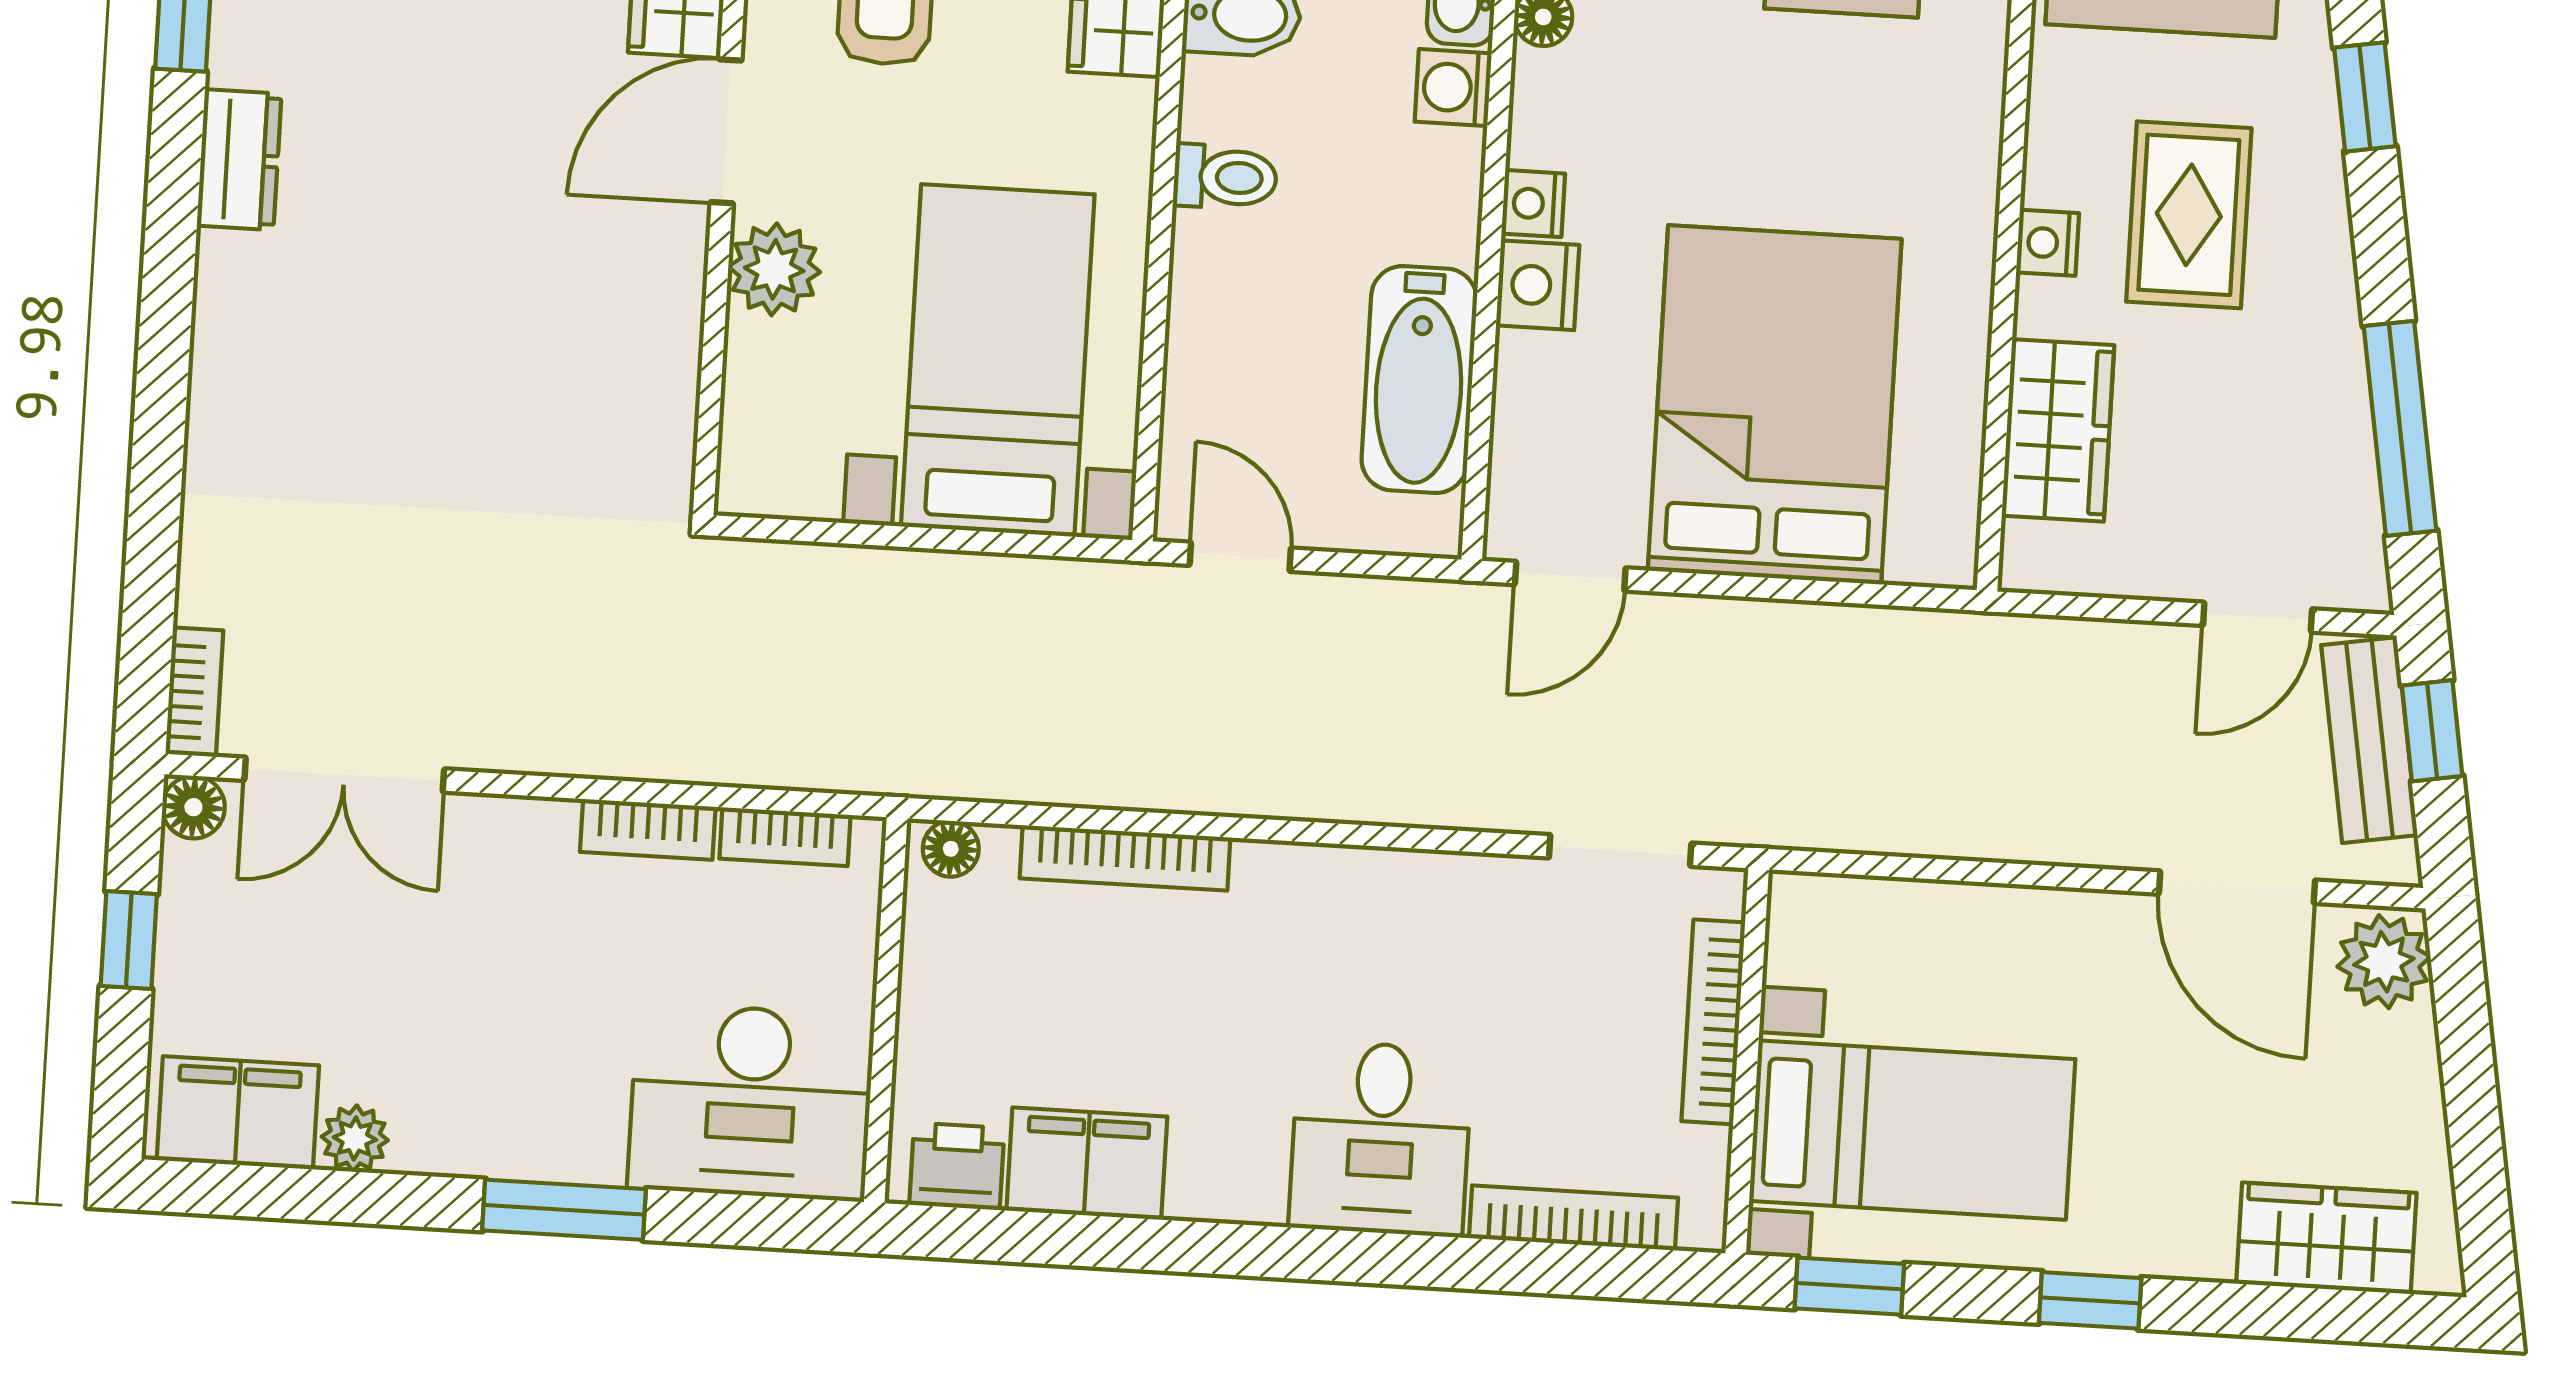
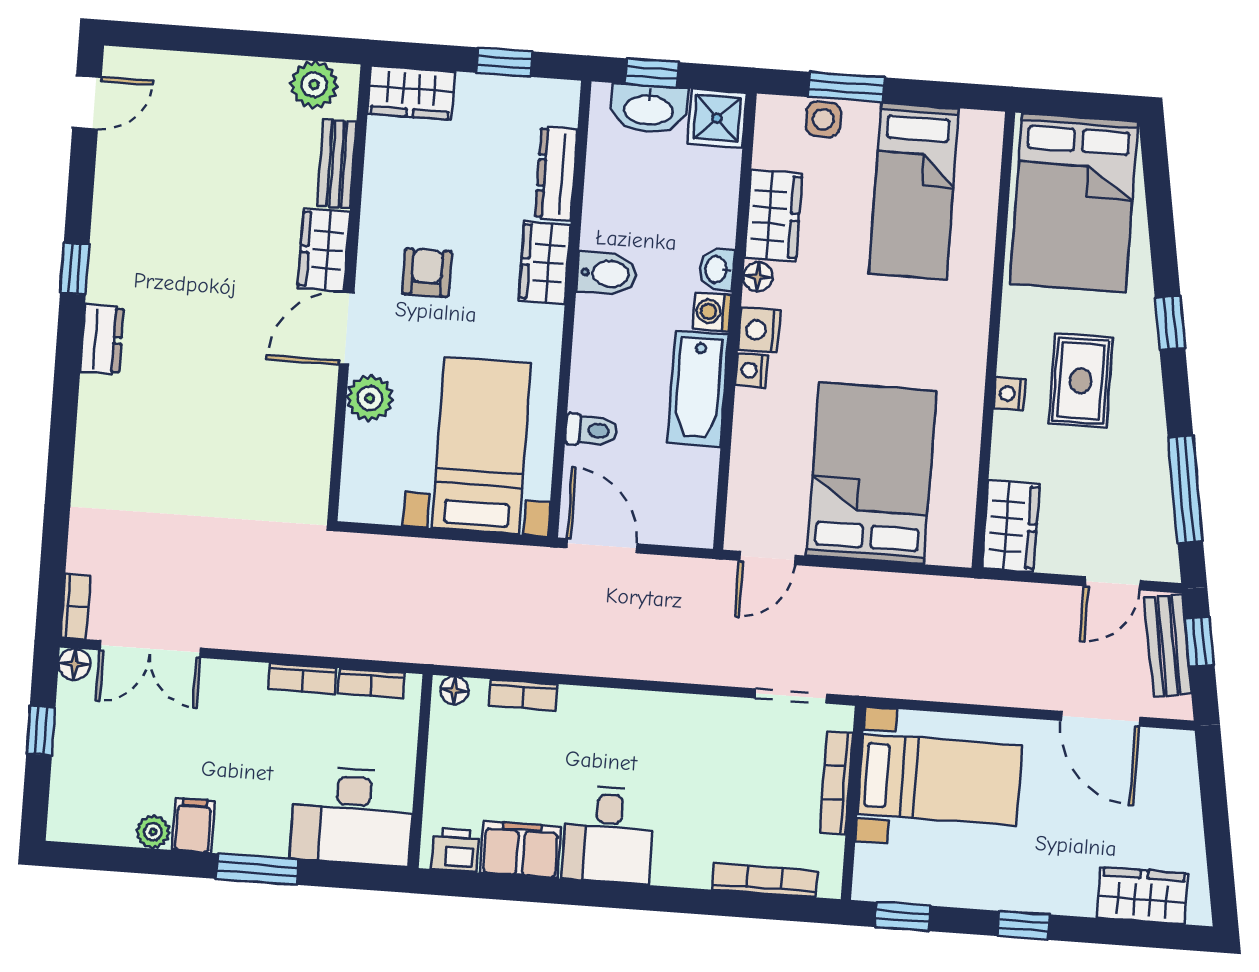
toilet: (1225, 177) -> (591, 430), moved
nightstand: (1538, 285) -> (759, 330), moved
bathtub: (1419, 380) -> (698, 389), moved
wardrobe: (2058, 430) -> (1011, 526), moved
door: (1240, 557) -> (602, 546), width x1.38
bookcase: (1125, 858) -> (523, 695), width x0.64
plant: (2384, 962) -> (1174, 757), removed
filing cabinet: (238, 1113) -> (193, 825), moved, width x0.50
bed with nightstands: (1912, 1130) -> (940, 780), moved
desk: (1381, 1139) -> (608, 835), moved

